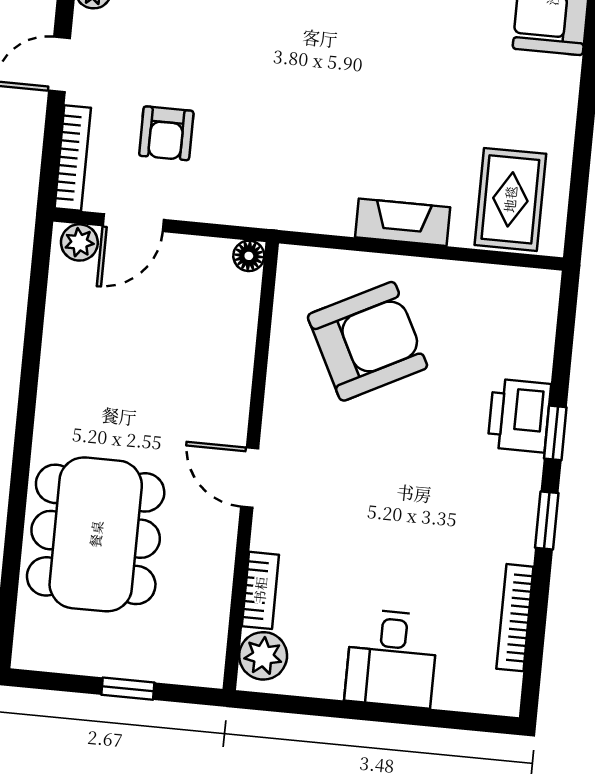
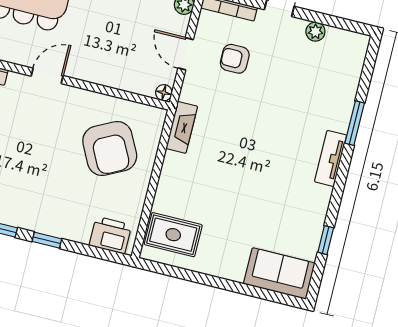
fireplace: (403, 222) -> (182, 127), moved
door: (133, 223) -> (186, 54), moved
printer: (519, 416) -> (110, 235), moved

